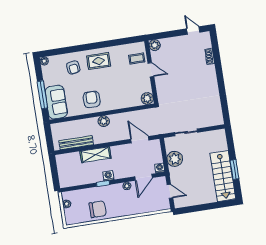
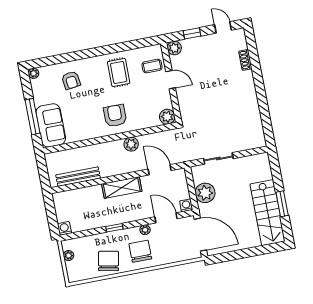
window: (169, 34) -> (192, 33), added
rug: (99, 61) -> (119, 72), moved, turned 90
armchair: (92, 99) -> (115, 116), moved
plant: (104, 121) -> (131, 144), moved
shelving: (95, 155) -> (122, 188), moved
washing machine: (108, 176) -> (64, 228), moved
door: (144, 177) -> (166, 218), swing flipped
door: (170, 191) -> (200, 235), width x1.88
chair: (123, 203) -> (140, 251), added
chair: (98, 209) -> (109, 261), turned -79

